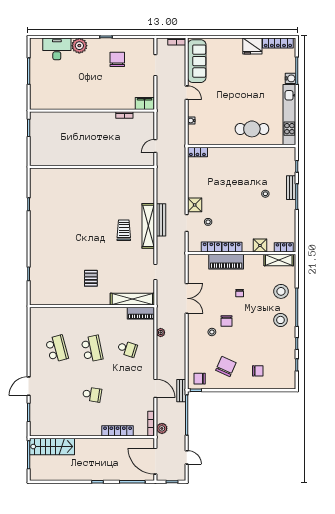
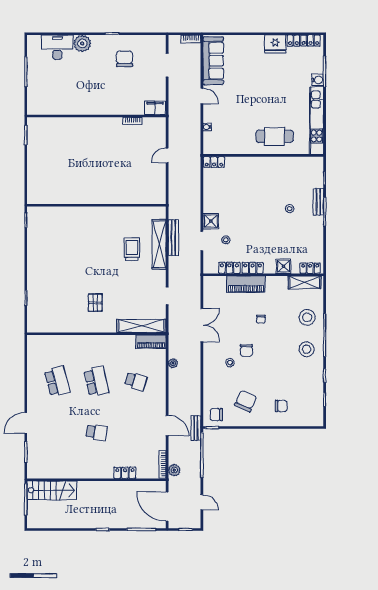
wall: (92, 167) -> (96, 205), moved
locker: (118, 431) -> (125, 473), width x0.66

